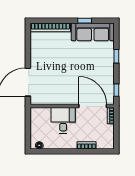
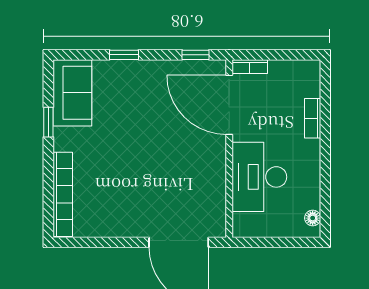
sofa: (93, 32) -> (72, 93), width x0.73
door: (93, 106) -> (229, 105), hinge flipped
desk: (63, 120) -> (259, 177), width x1.37

